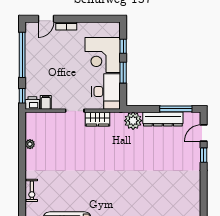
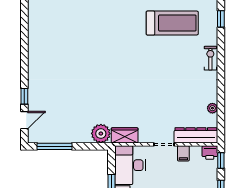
filing cabinet: (46, 102) -> (183, 153), moved
wardrobe: (98, 119) -> (125, 135), moved
dresser: (163, 119) -> (196, 135), moved

